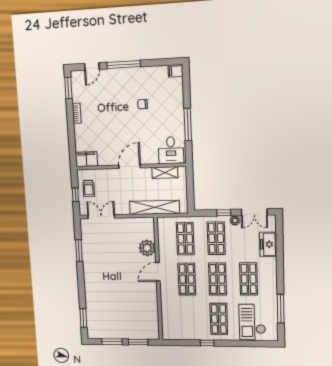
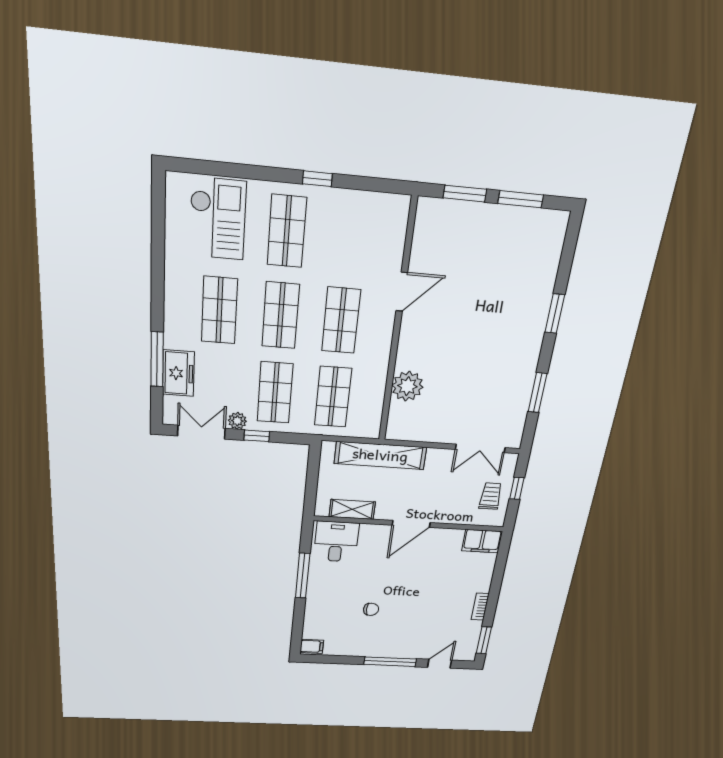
door: (158, 272) -> (402, 292), moved
window: (281, 309) -> (157, 359), moved
window: (83, 318) -> (555, 314), moved

